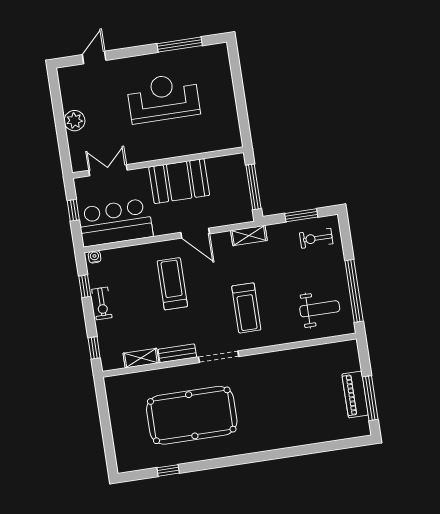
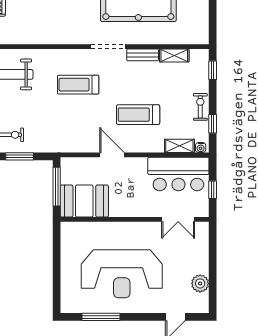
reception desk: (163, 98) -> (122, 274), width x1.36, depth x1.30
plant: (75, 121) -> (200, 283), moved
booth: (179, 181) -> (84, 201), moved
shelving: (249, 235) -> (179, 146), moved
treadmill: (172, 284) -> (138, 115), turned 90
treadmill: (246, 308) -> (78, 85), turned -90

